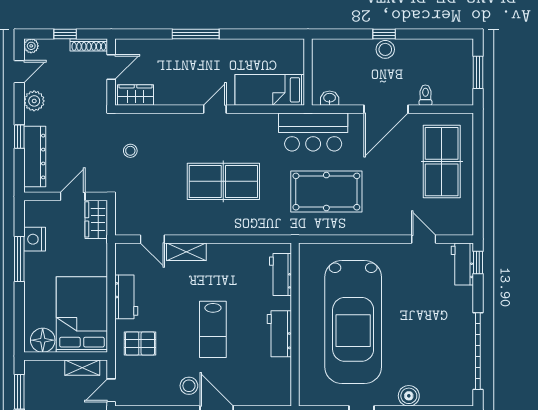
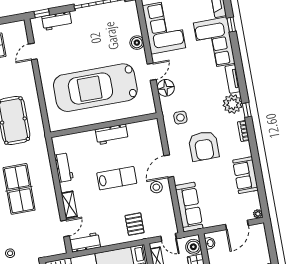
workbench: (462, 264) -> (57, 21), moved
workbench: (280, 275) -> (64, 168), moved, turned -90
workbench: (126, 297) -> (85, 242), moved
car: (353, 322) -> (95, 88), turned 180

